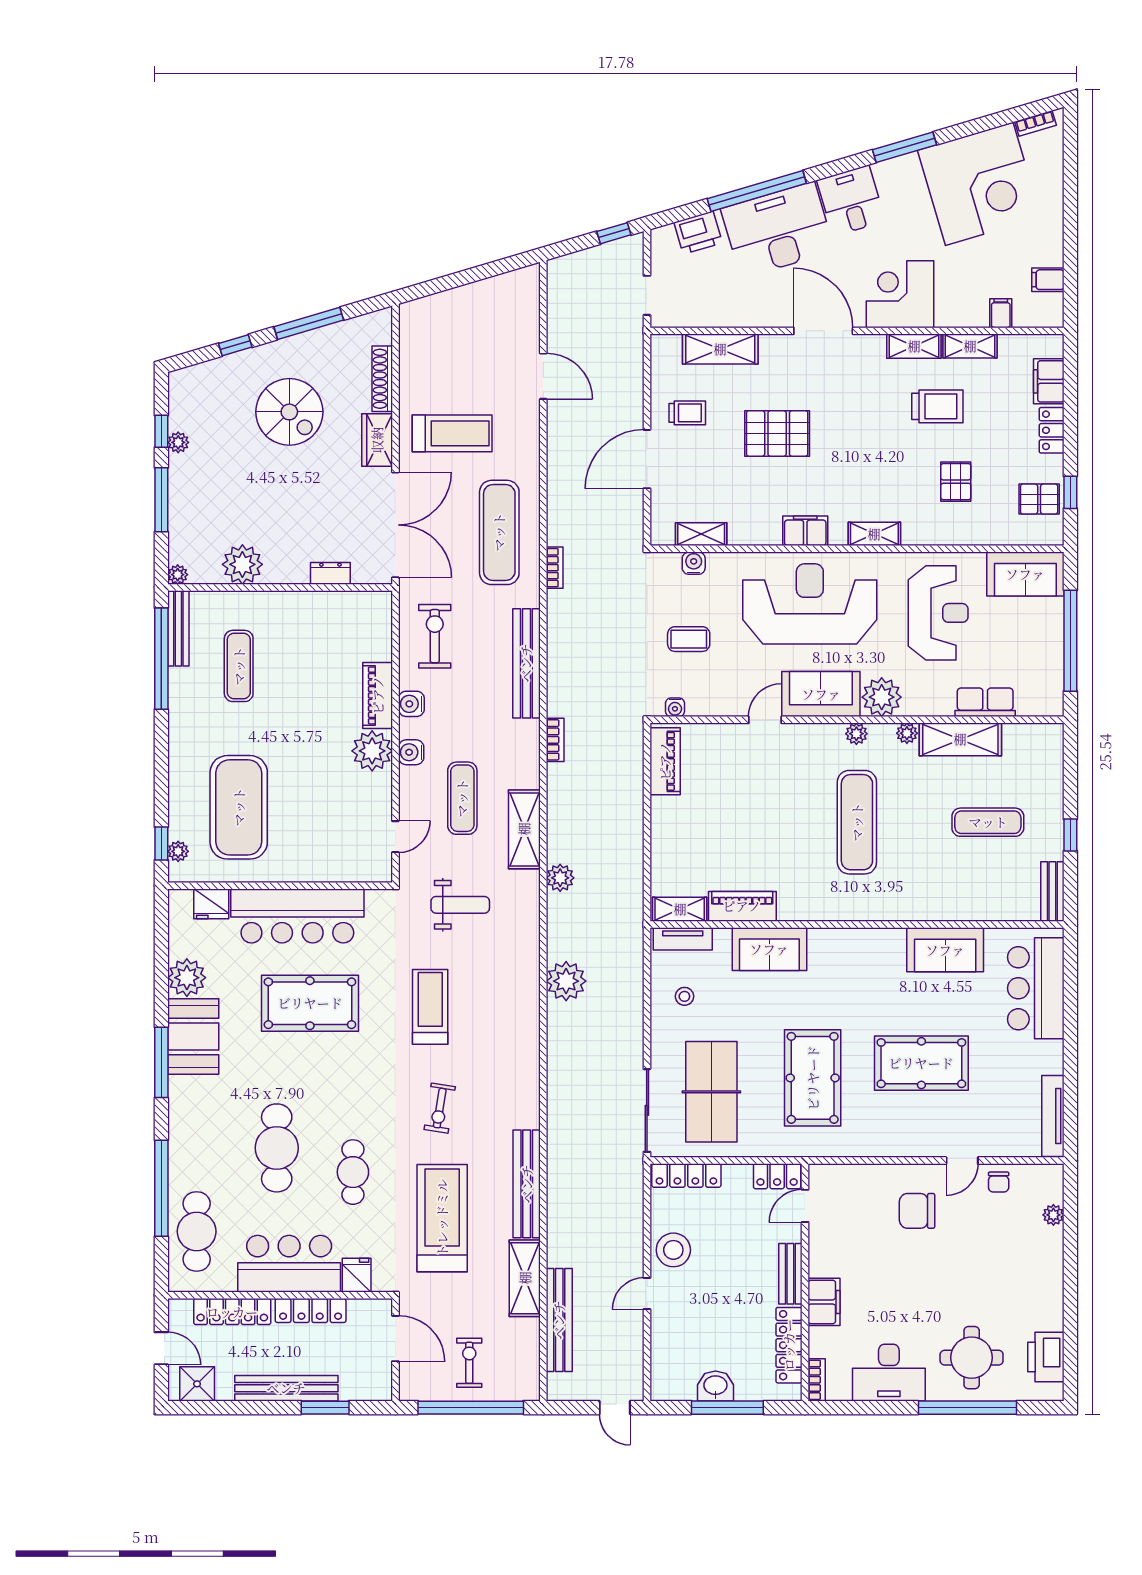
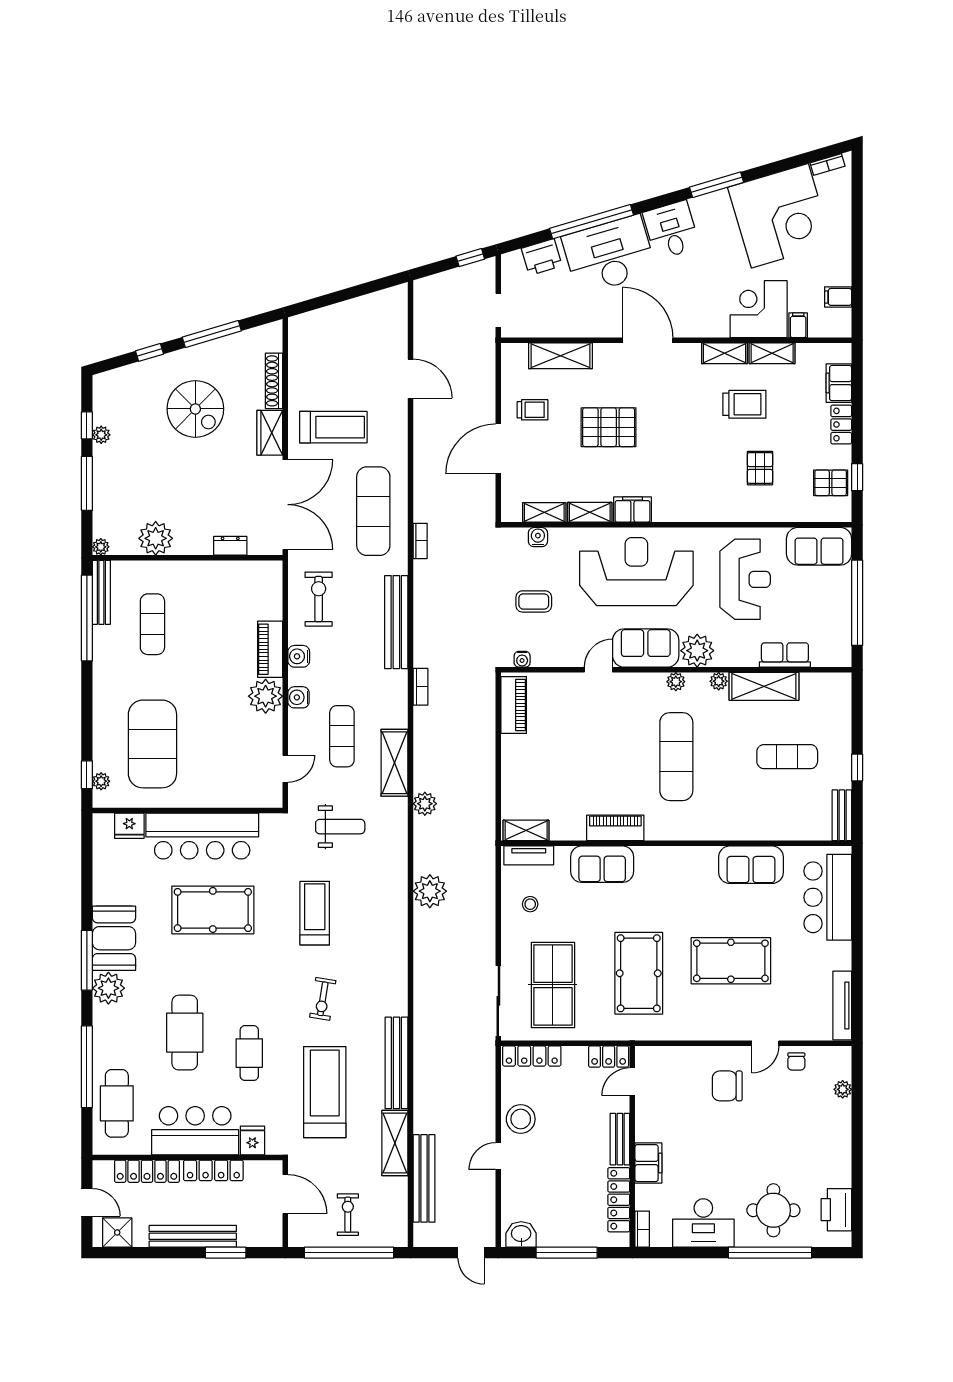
corner desk: (900, 294) -> (759, 309), moved
shelving: (874, 534) -> (590, 512), moved
piano: (742, 906) -> (615, 828), moved
plant: (187, 978) -> (108, 988), moved
washbasin: (715, 1386) -> (521, 1234), moved

